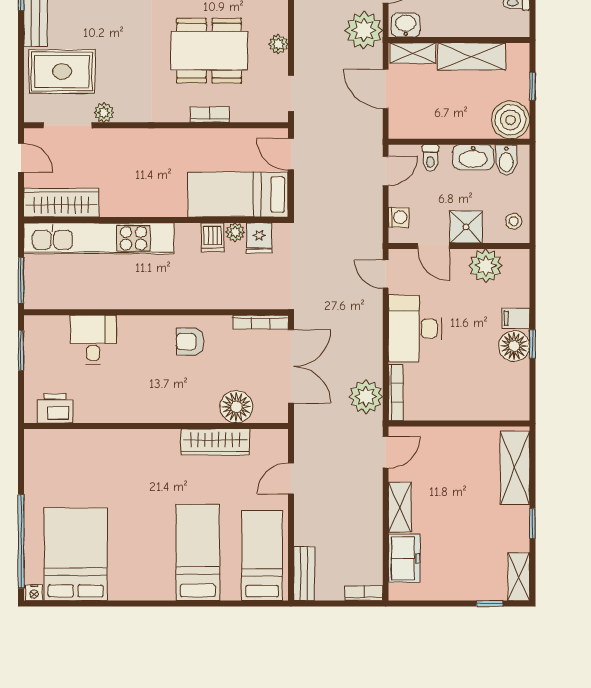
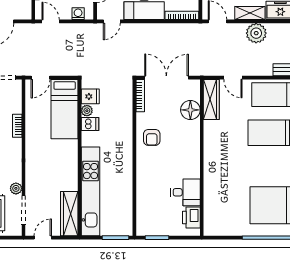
desk: (93, 340) -> (186, 192), moved, turned 180
plant: (366, 397) -> (256, 33), moved
wardrobe: (215, 442) -> (211, 99), moved

